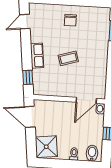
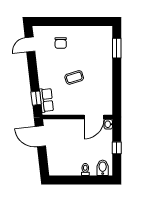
chair: (70, 20) -> (61, 43), moved
row of seats: (37, 56) -> (46, 100), moved
shower: (46, 147) -> (58, 164), removed

